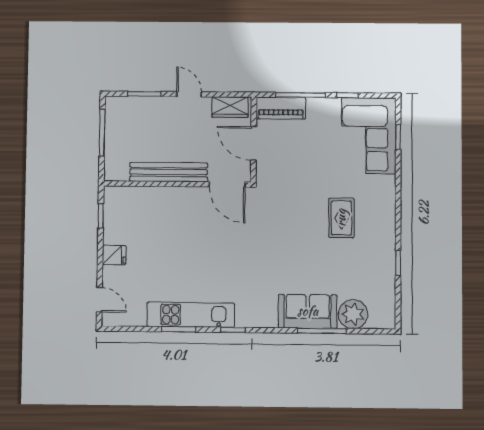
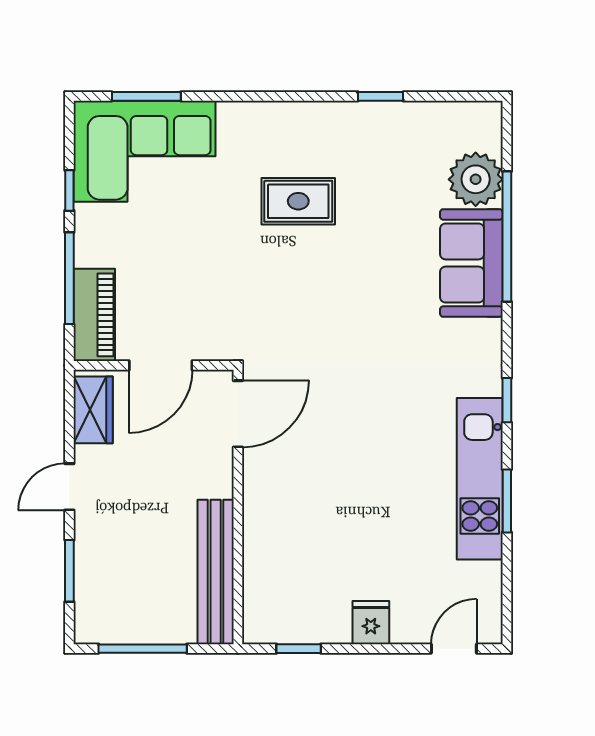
window: (398, 137) -> (146, 96), width x1.50
bench: (169, 172) -> (216, 572), moved
window: (322, 331) -> (507, 237), width x1.46

